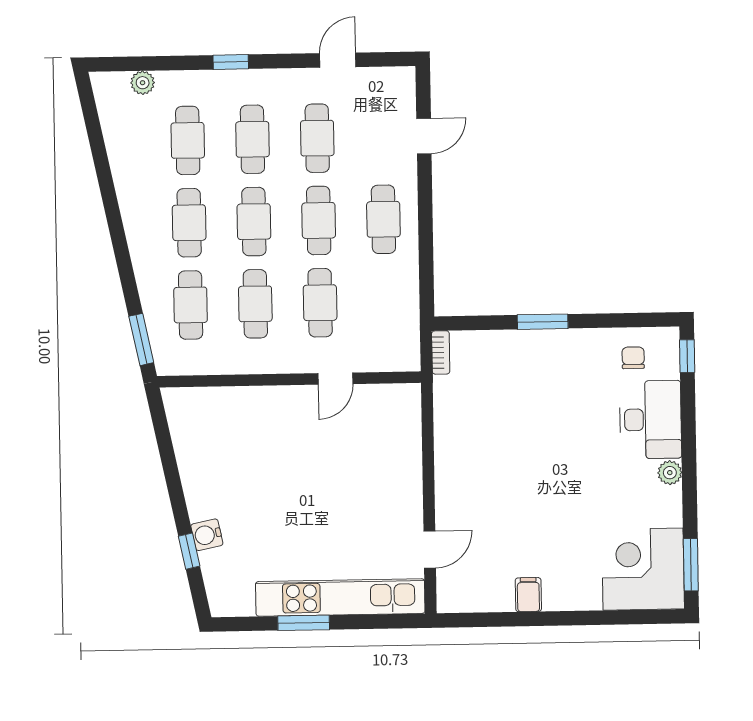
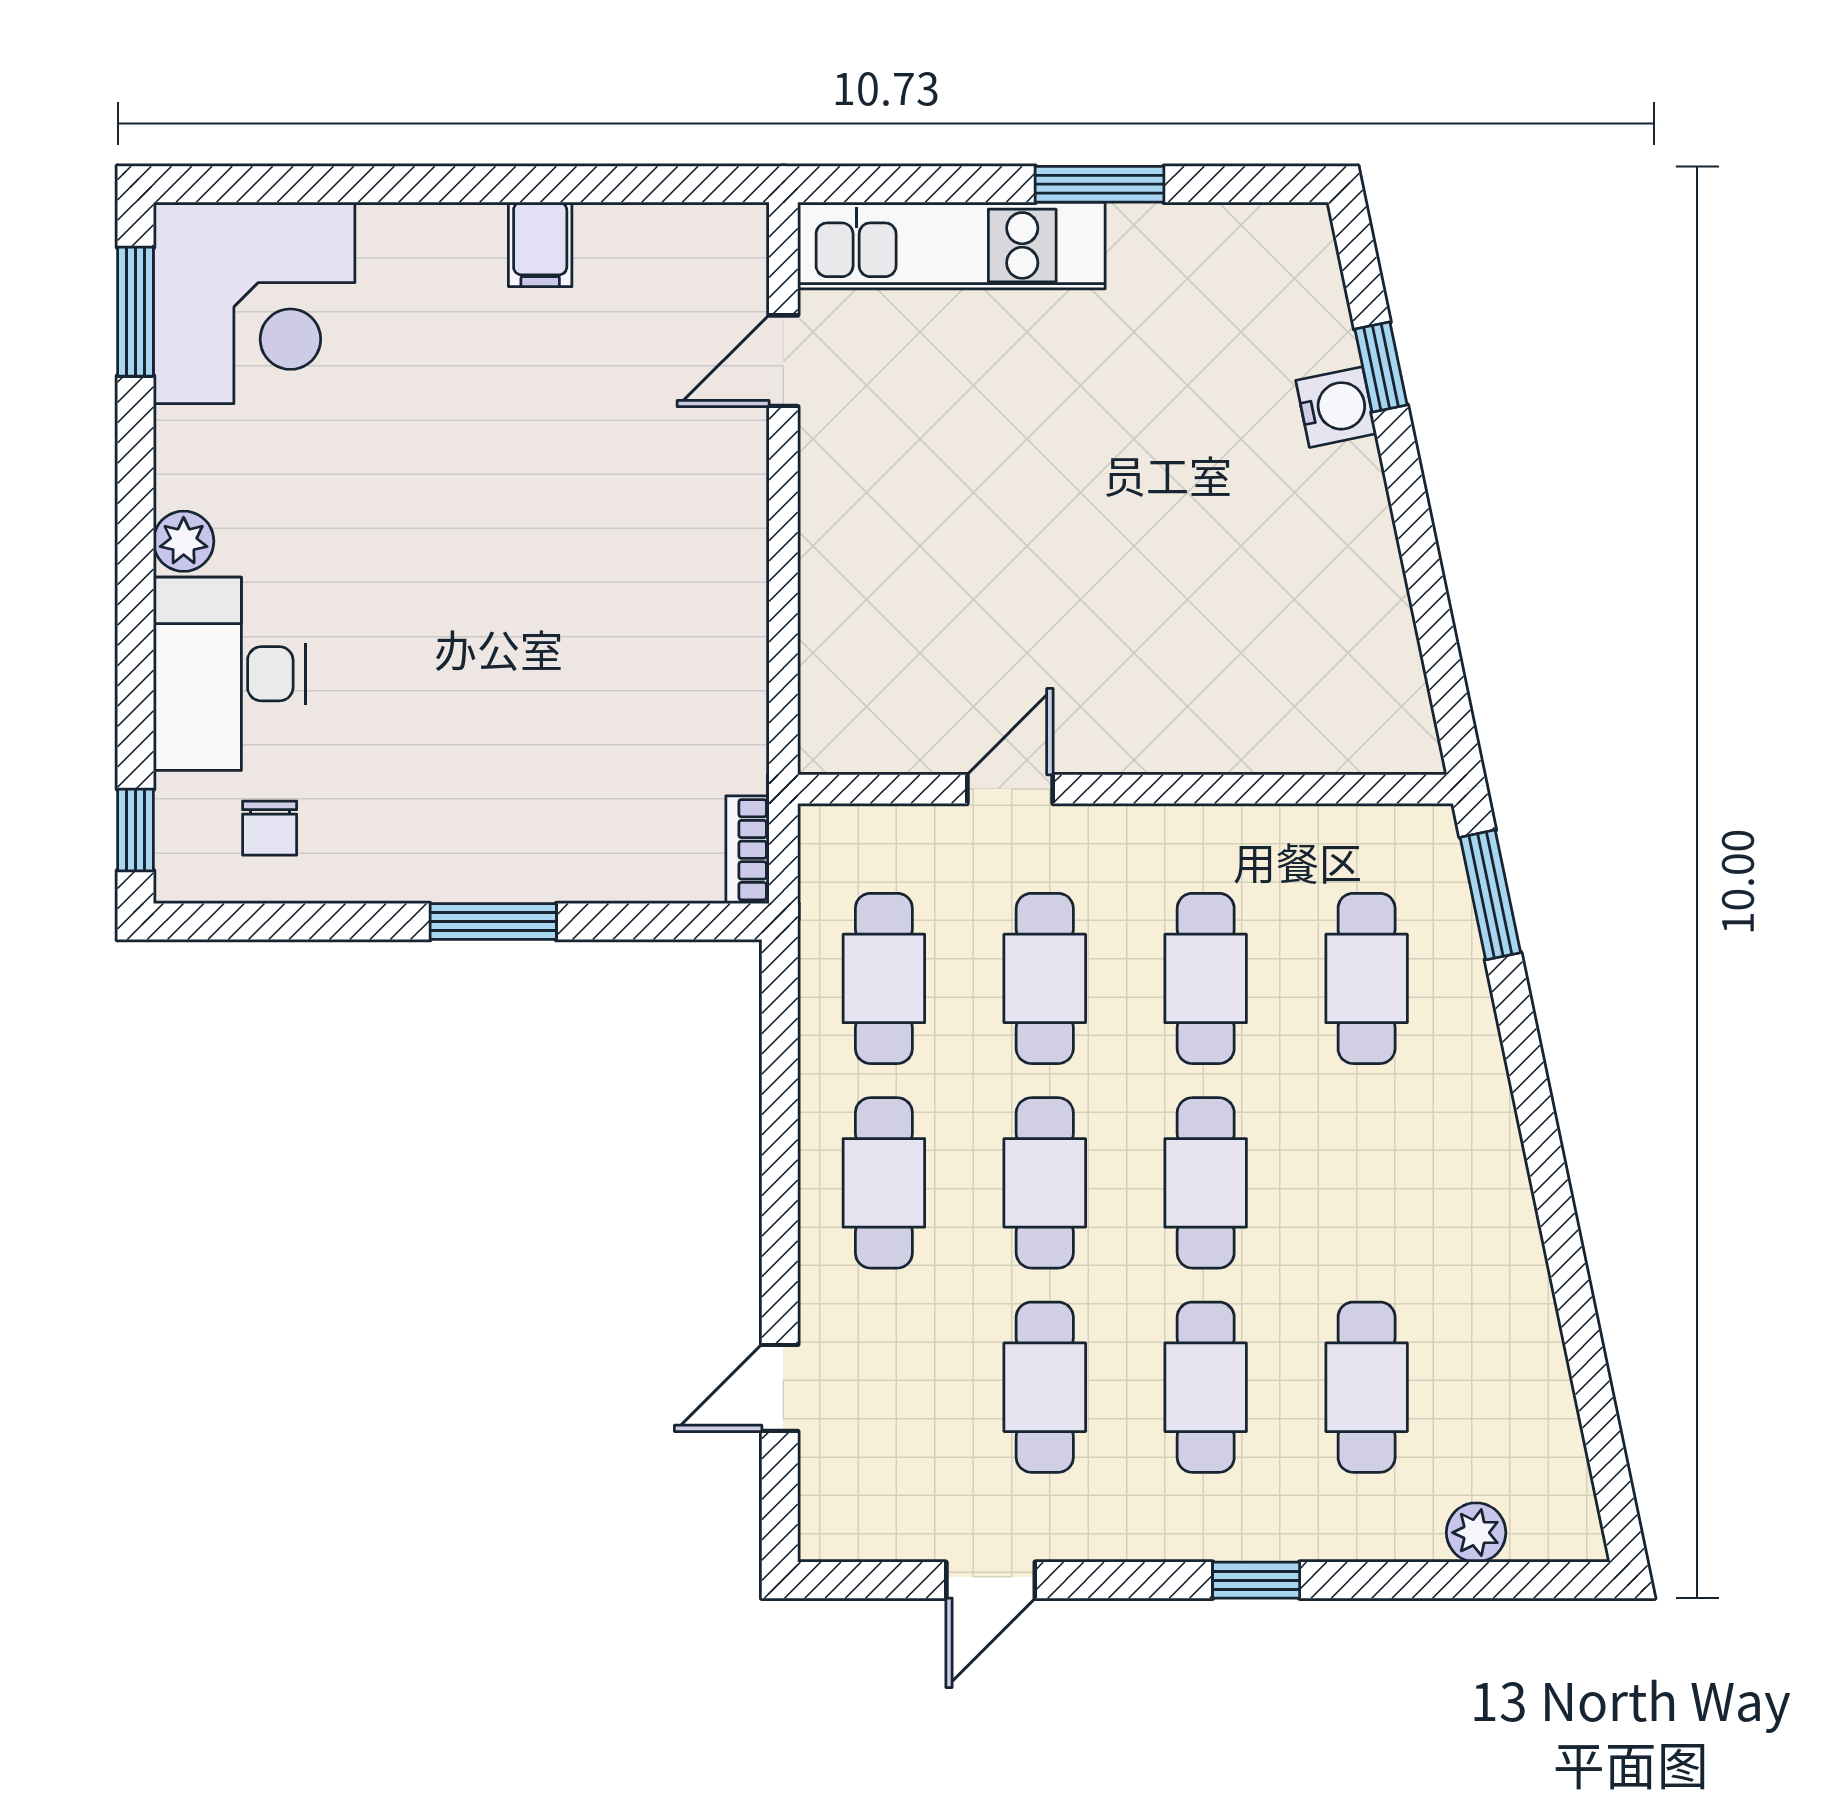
cafe table: (189, 223) -> (884, 978), moved
kitchen unit: (340, 597) -> (951, 245), width x0.73

